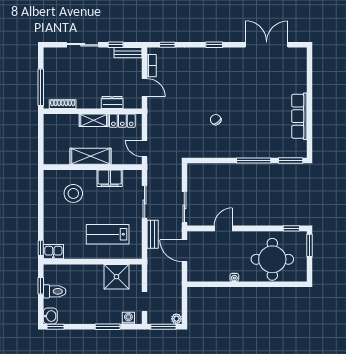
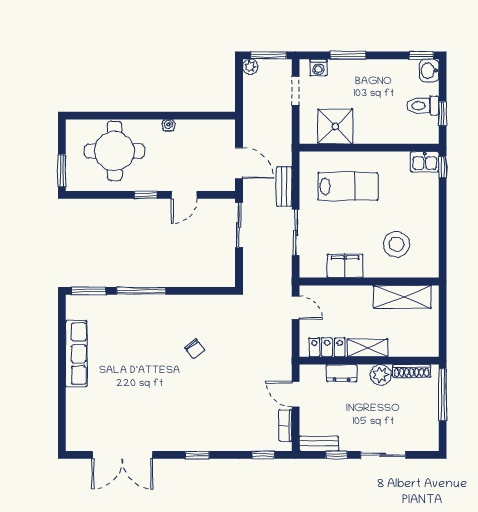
plant: (84, 101) -> (381, 375), added
shelving: (90, 156) -> (402, 297), moved
window: (291, 228) -> (146, 195), moved

